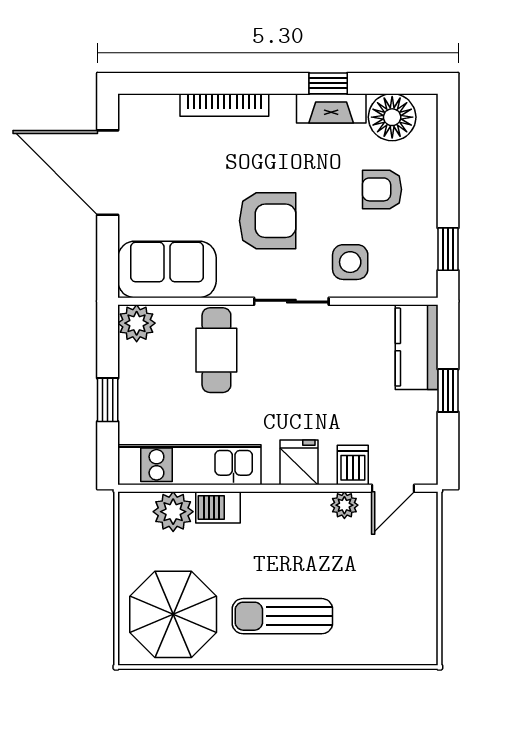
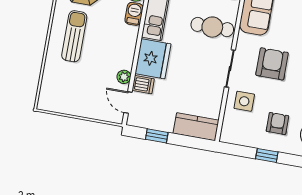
armchair: (268, 221) -> (272, 64), turned 180
window: (448, 249) -> (267, 155), moved
window: (448, 390) -> (157, 136), moved
fridge: (299, 462) -> (153, 59), width x1.88, depth x1.34

